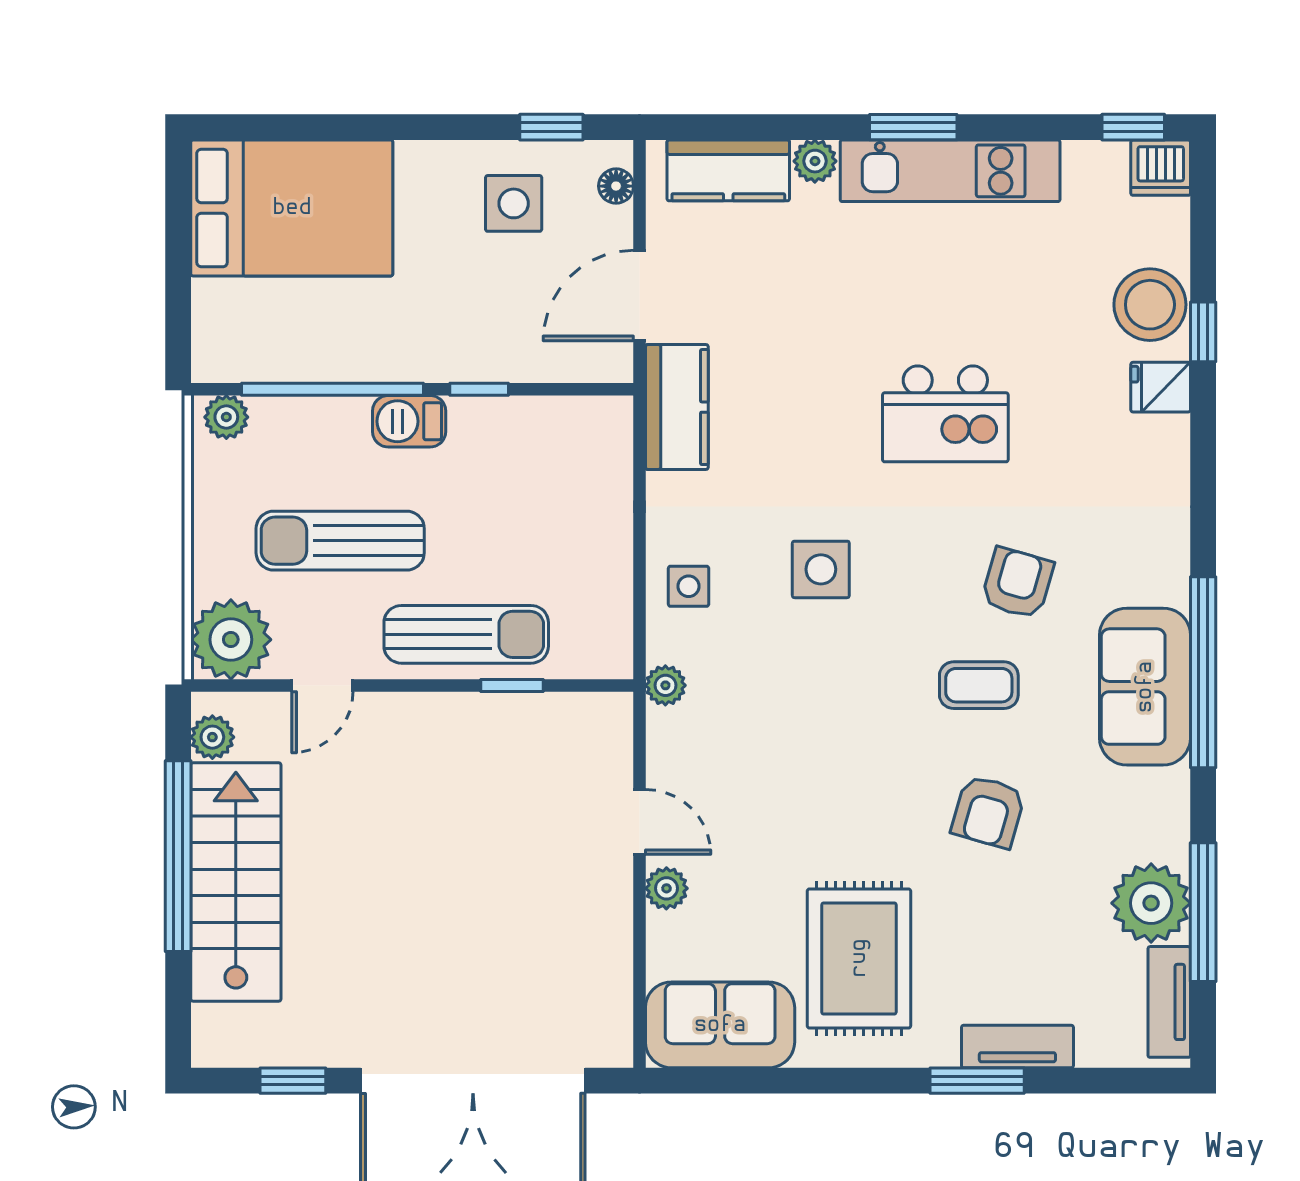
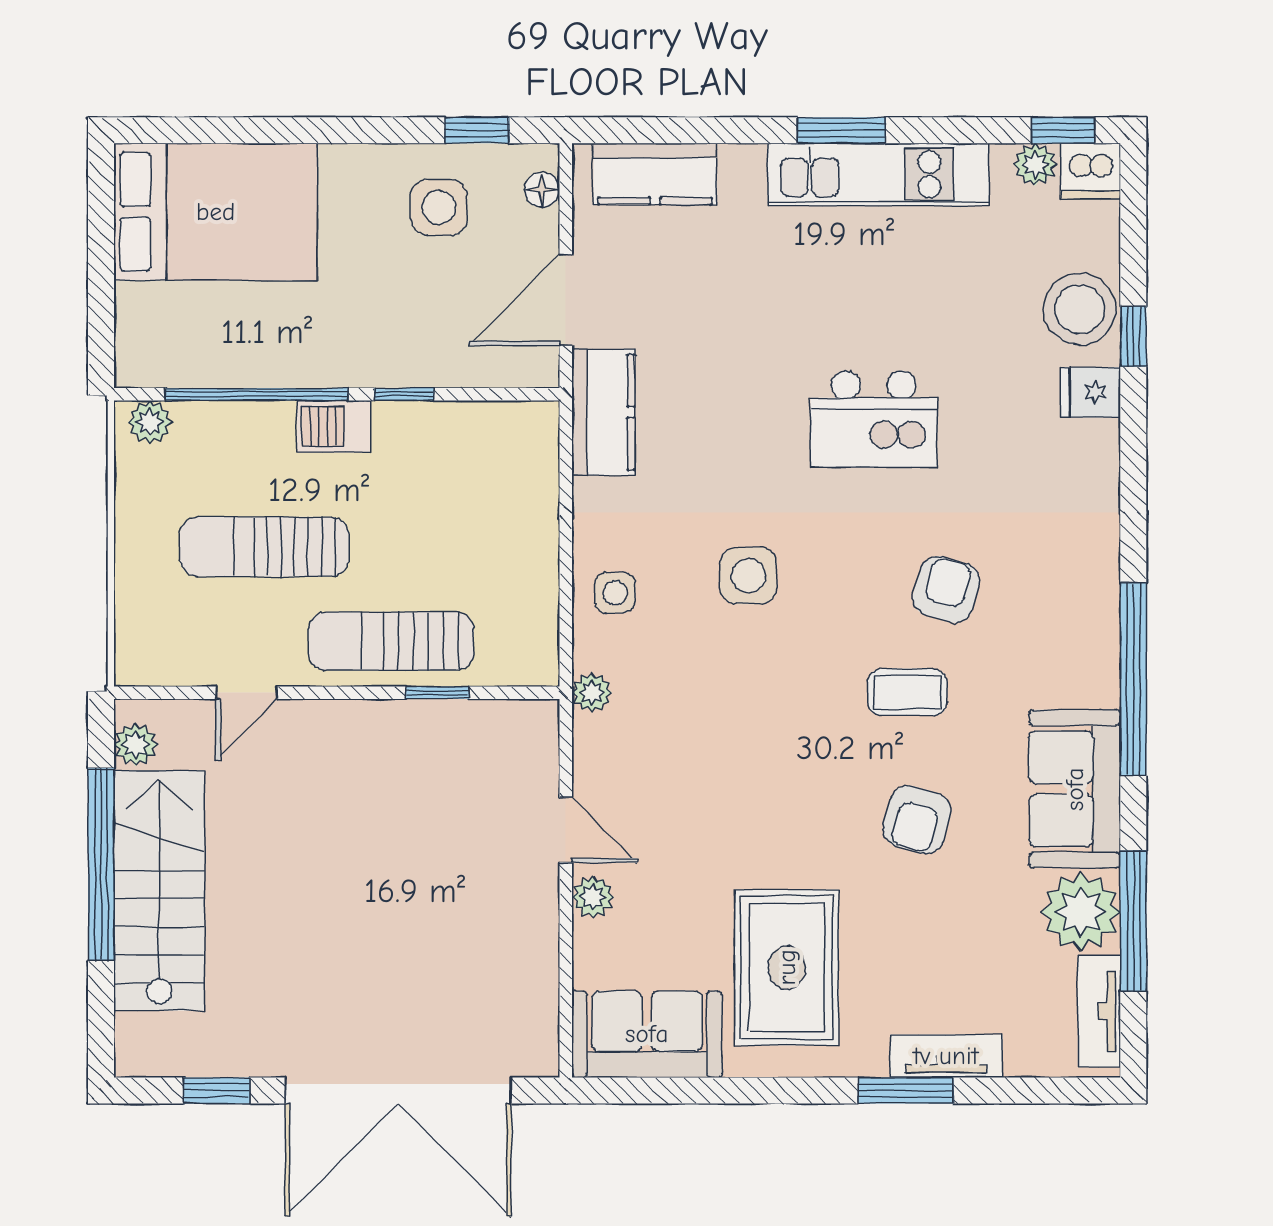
plant: (815, 161) -> (1035, 165), moved
sun lounger: (466, 634) -> (391, 641), turned 180
plant: (231, 640) -> (154, 646), removed
sofa: (1145, 687) -> (1075, 789), moved

